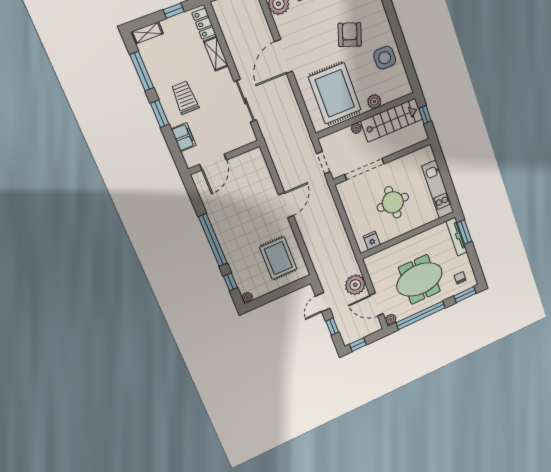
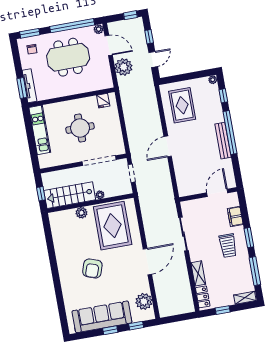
side table: (385, 58) -> (67, 245), removed
bench: (219, 228) -> (223, 141), added

